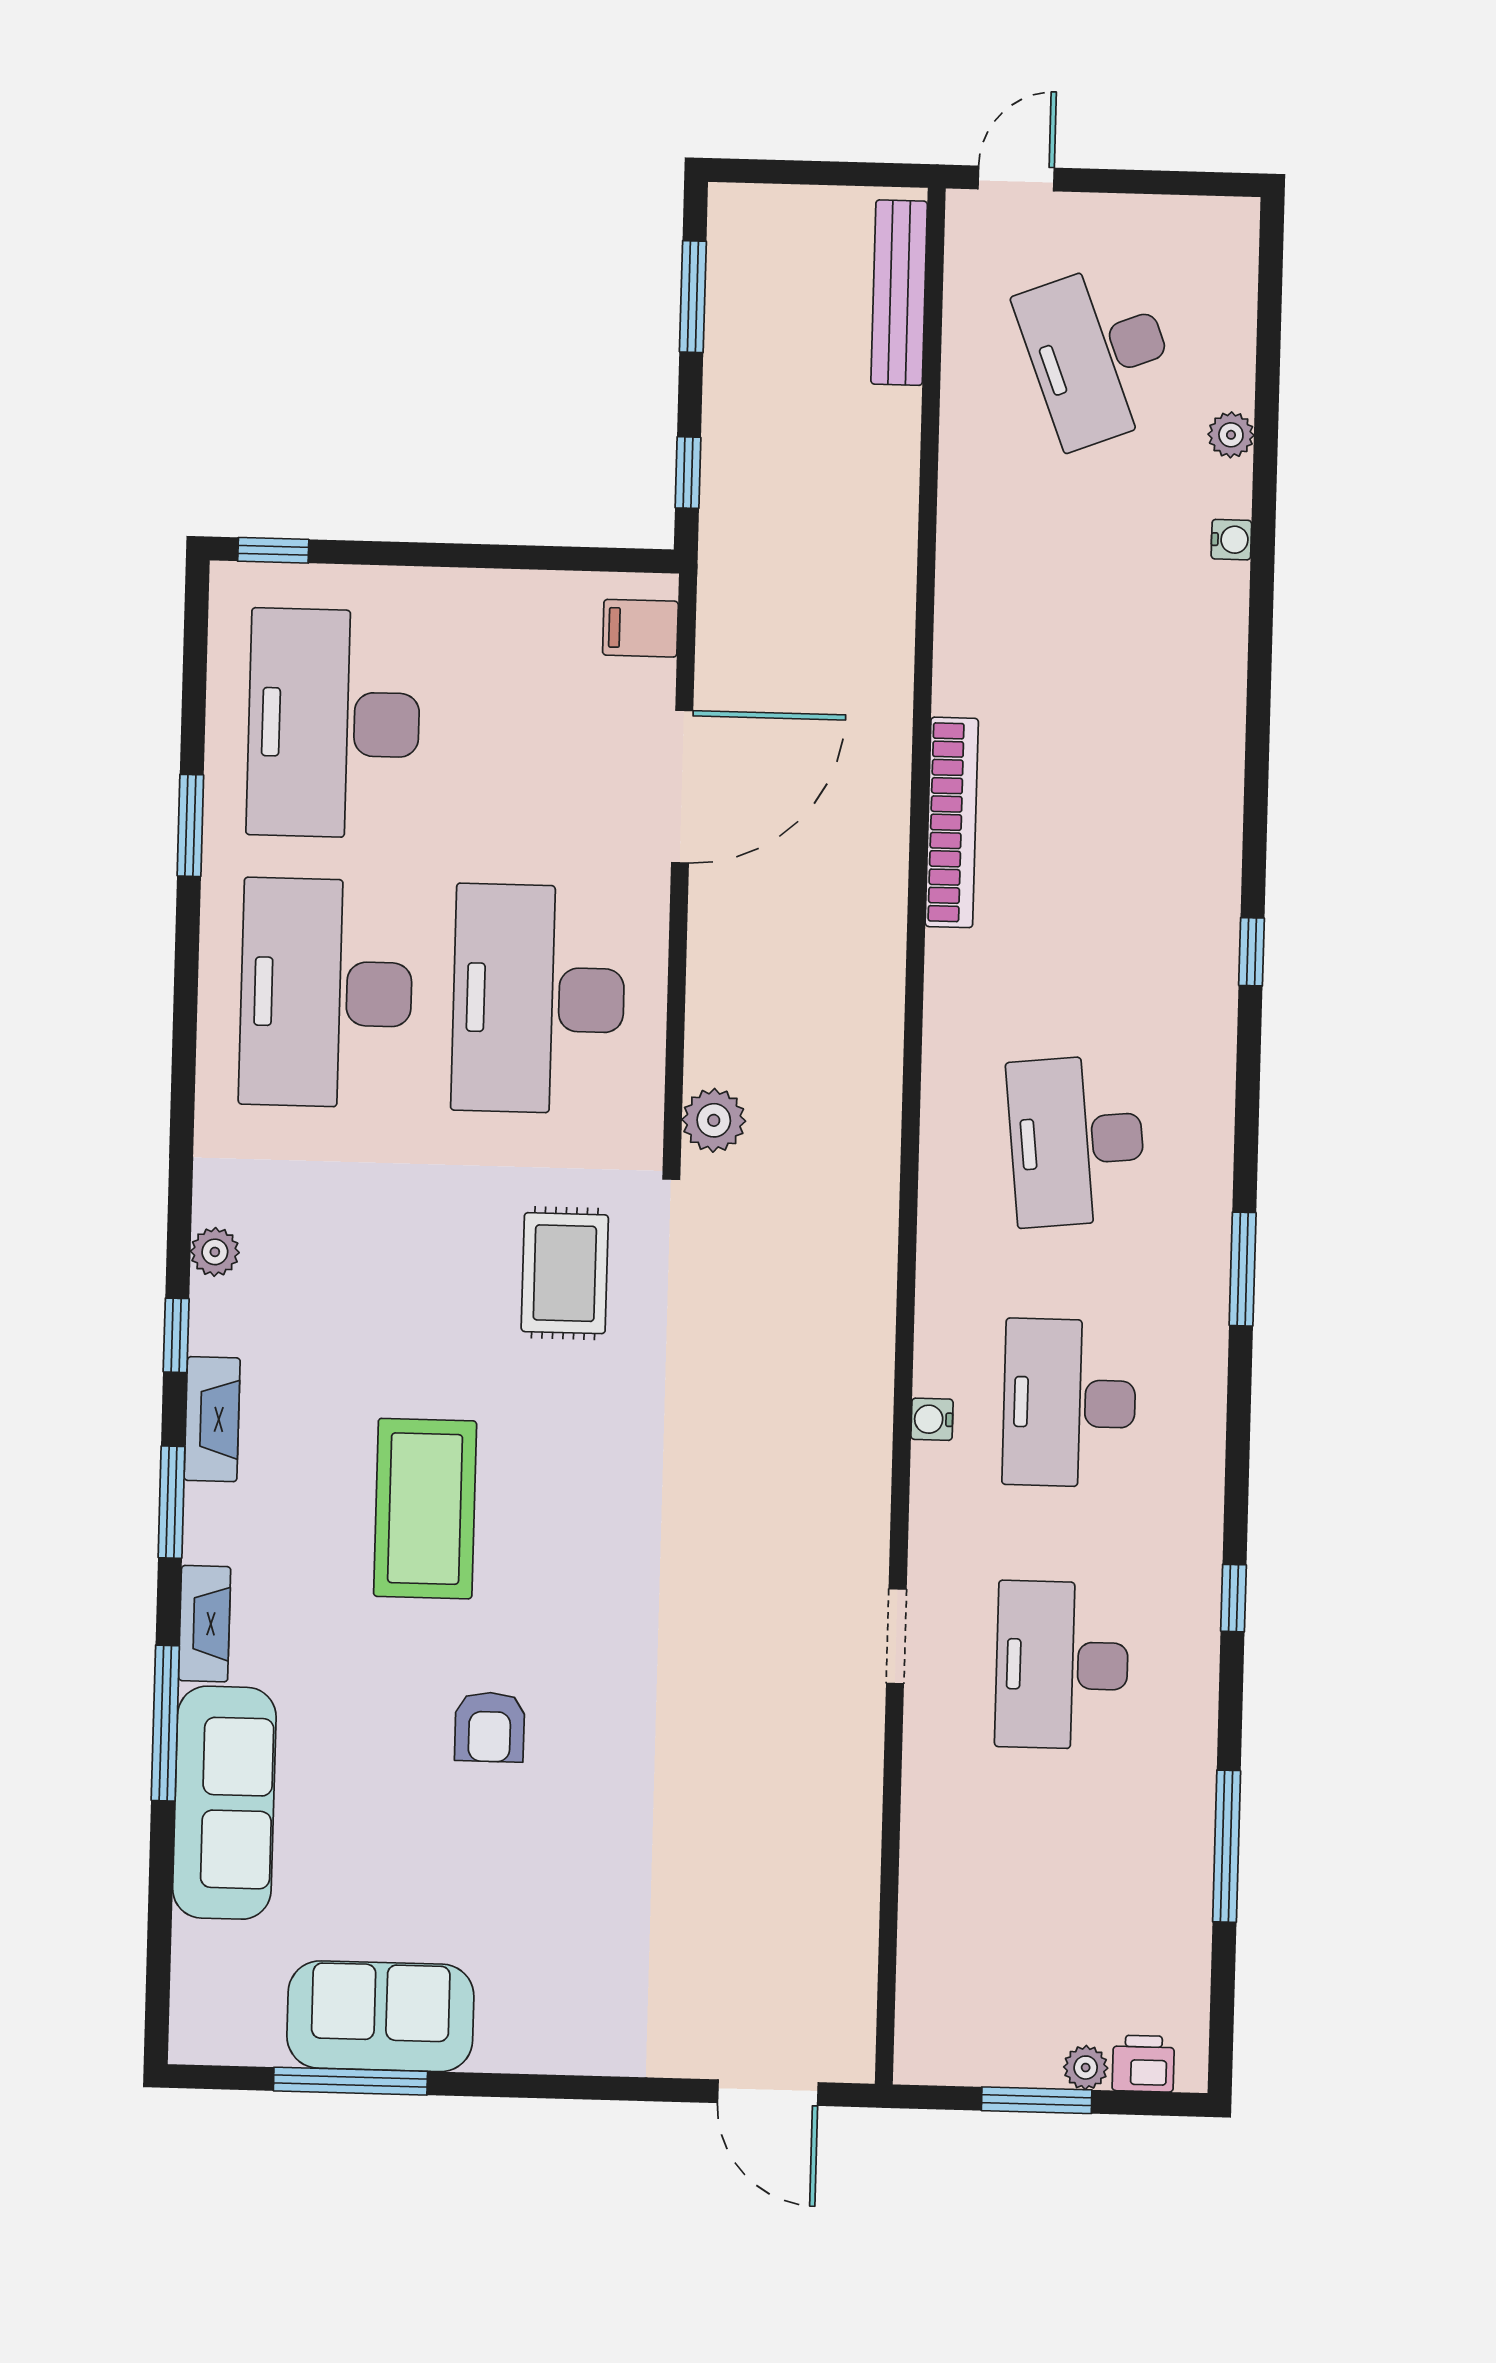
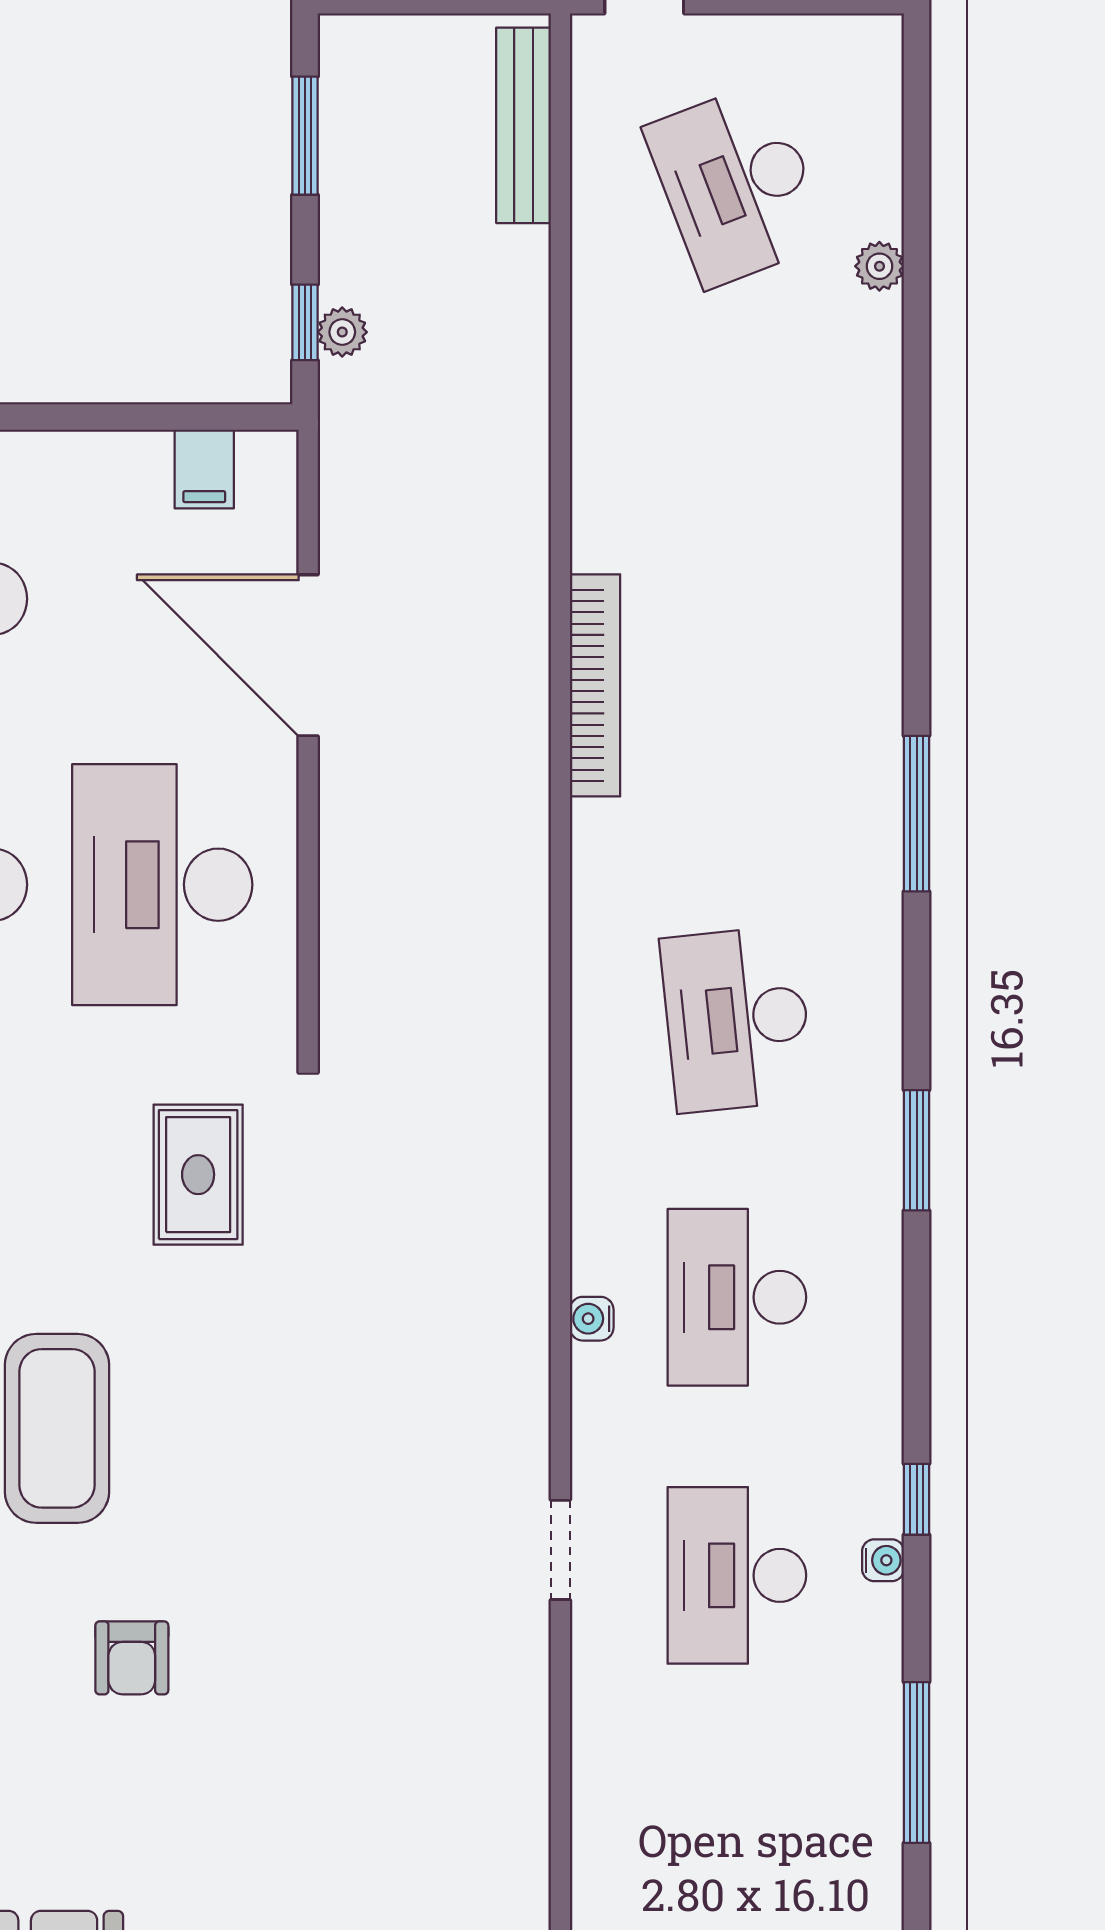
water cooler: (1231, 540) -> (883, 1560), moved
filing cabinet: (640, 628) -> (204, 469), moved, turned -90
door: (682, 787) -> (308, 655), swing flipped
window: (1252, 952) -> (917, 814), width x2.17
plant: (714, 1120) -> (342, 332), moved, width x0.73, depth x0.73

